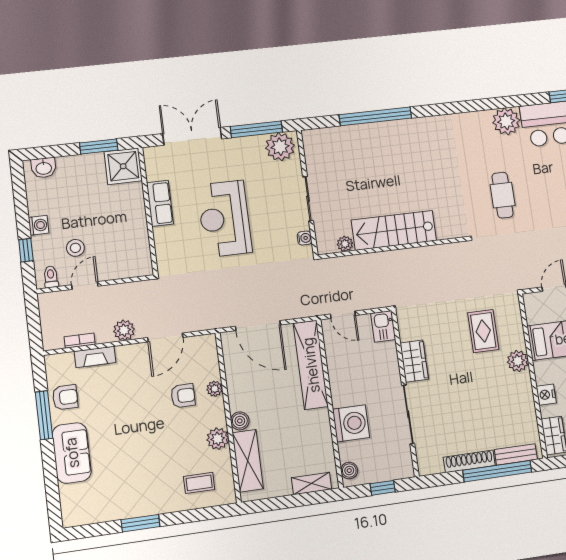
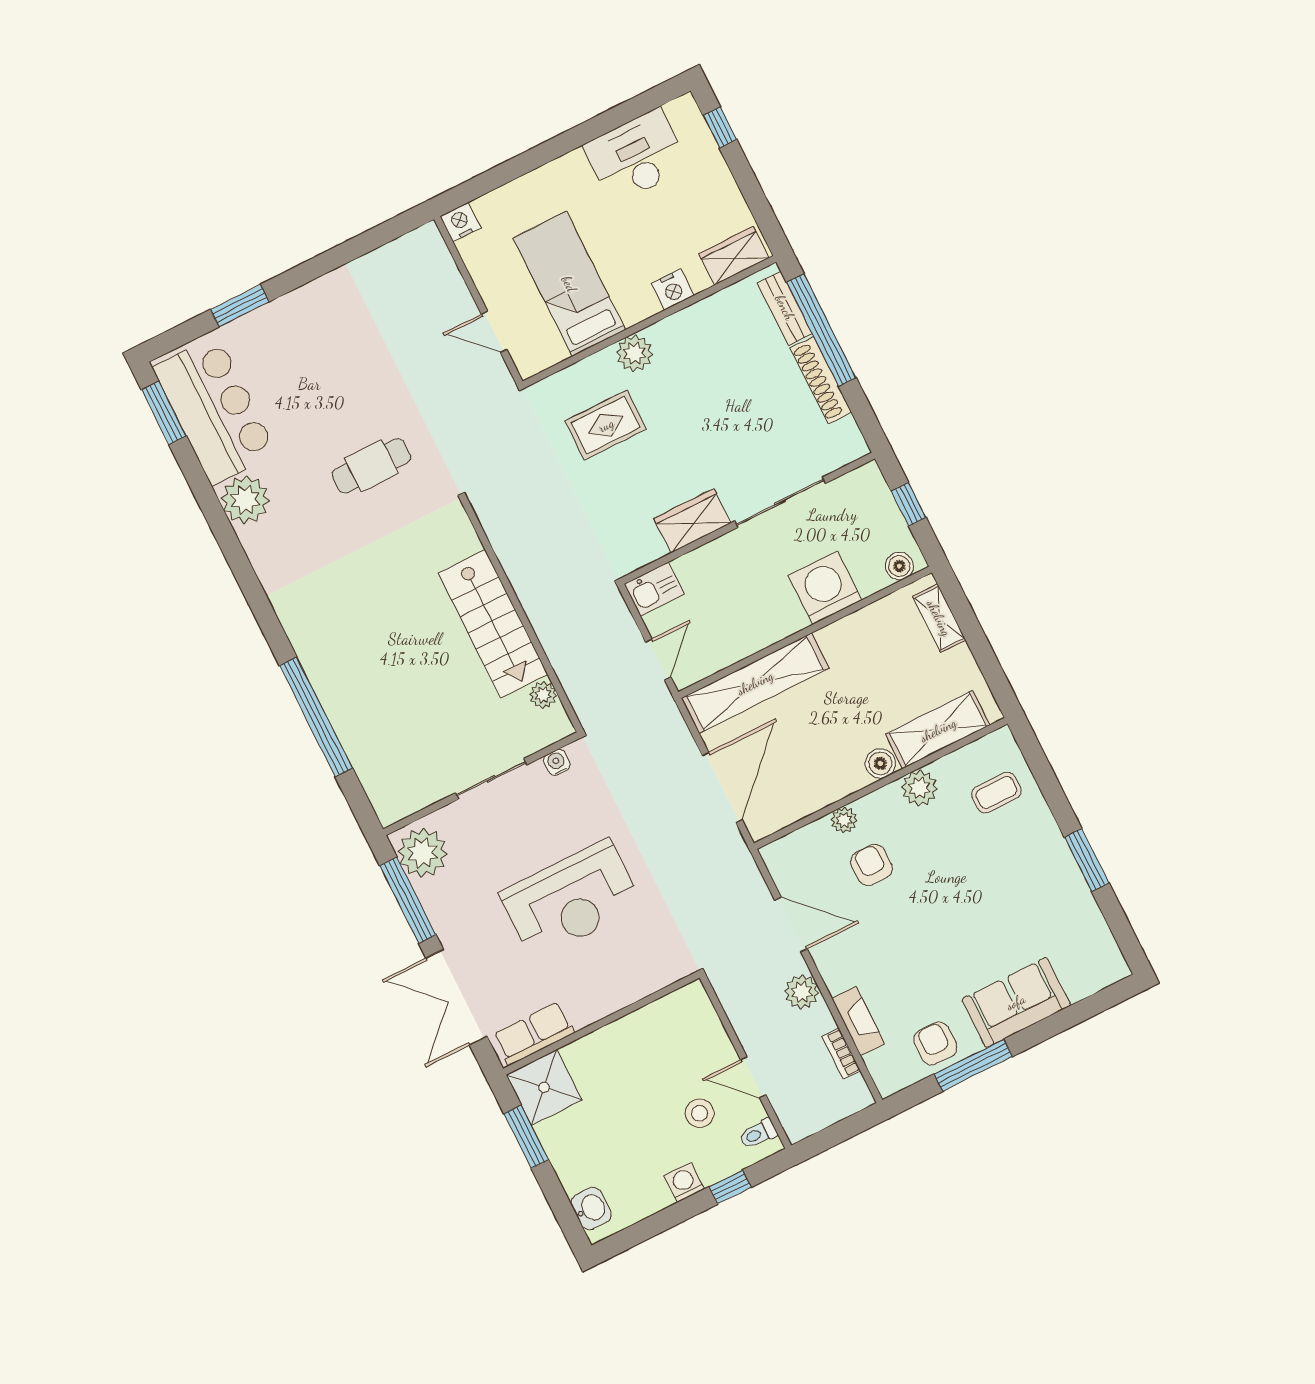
row of seats: (160, 203) -> (534, 1033), moved
coffee table: (199, 483) -> (996, 793), turned 90

